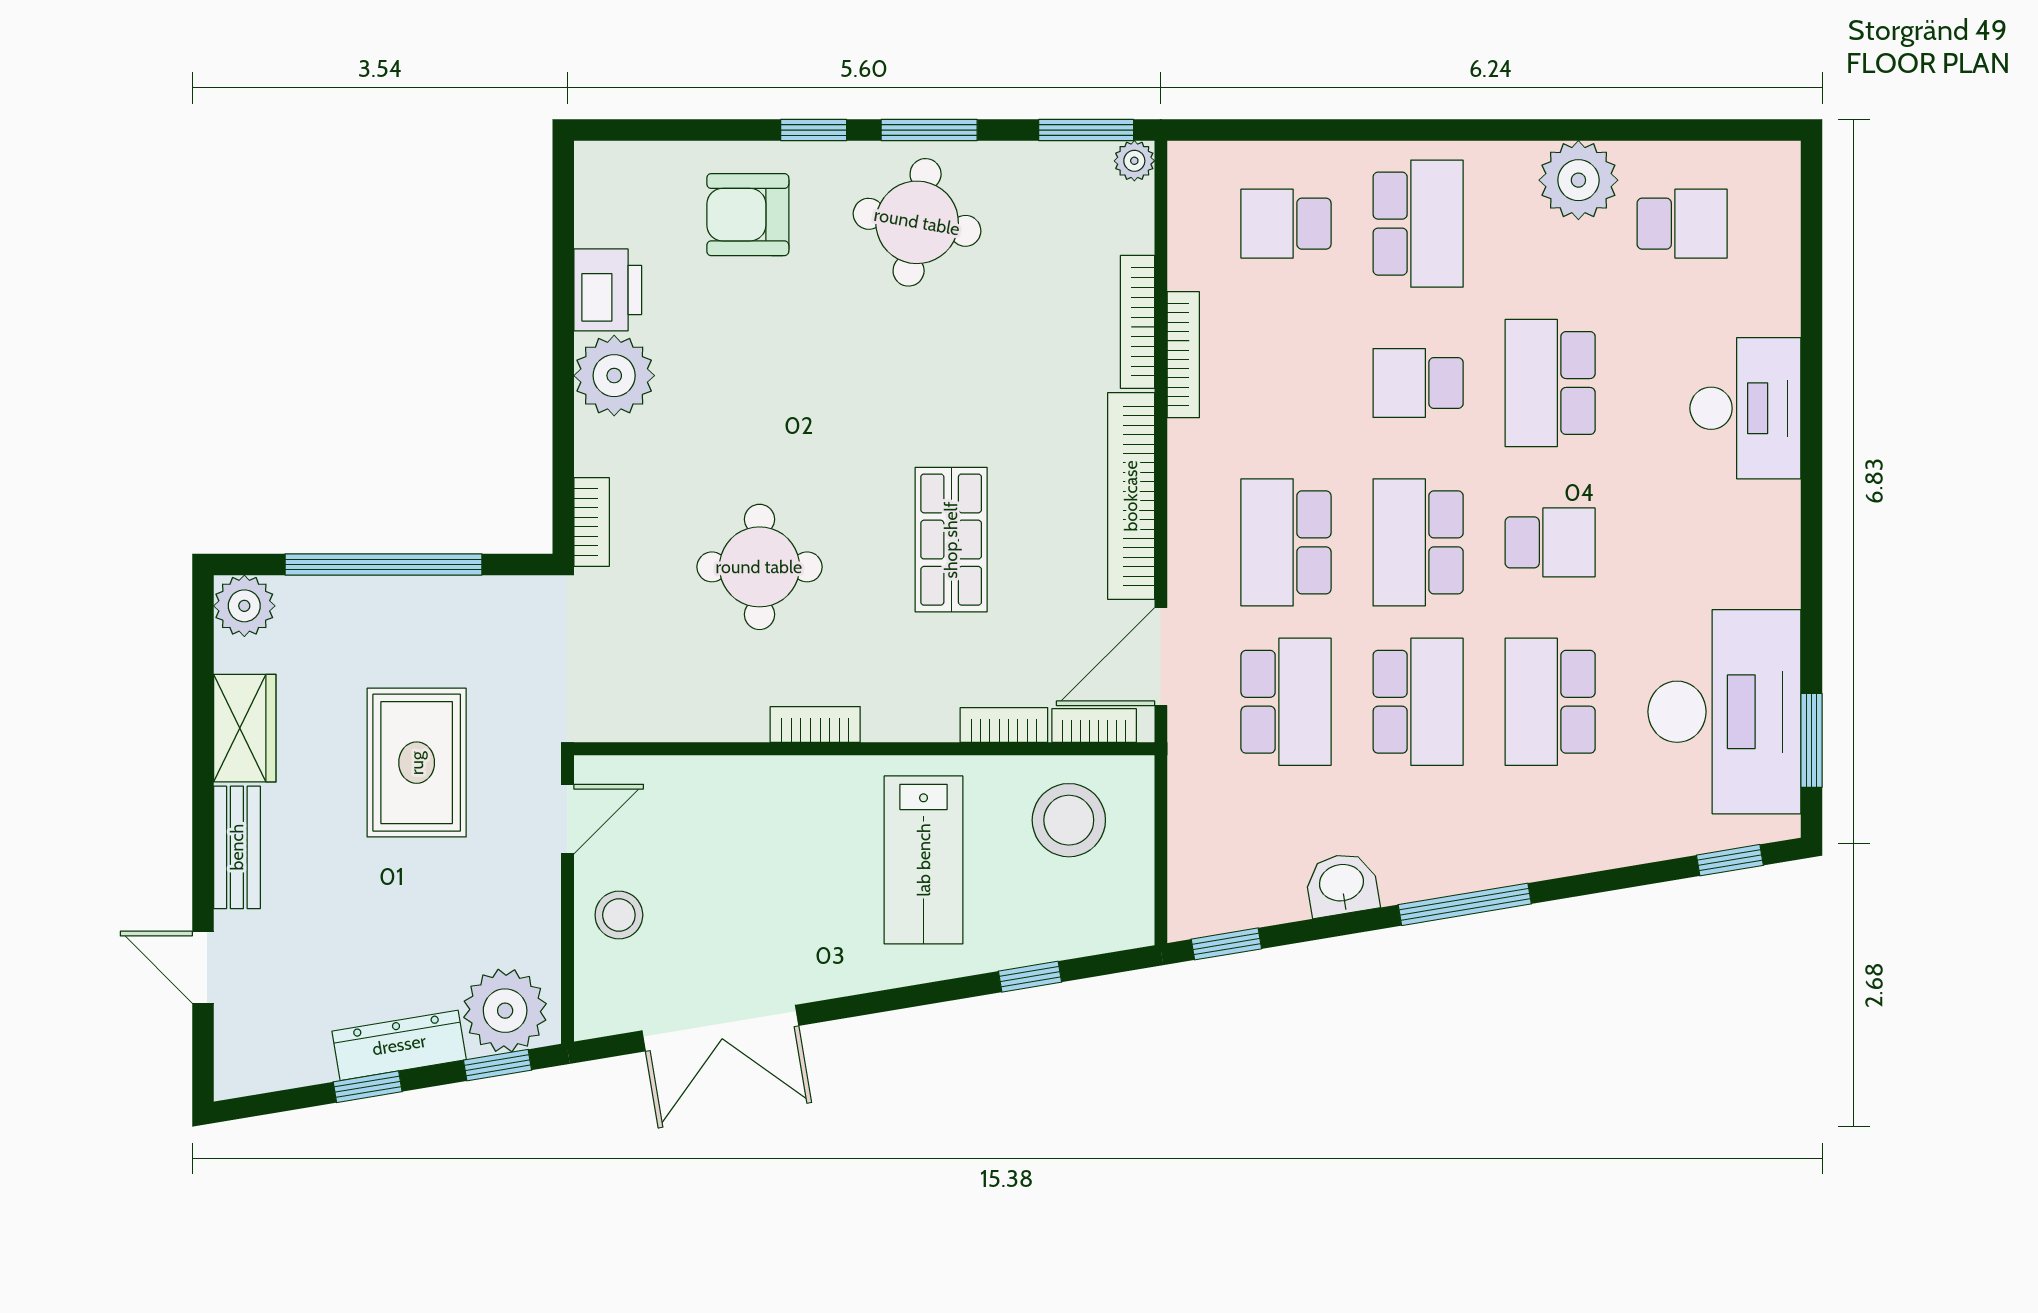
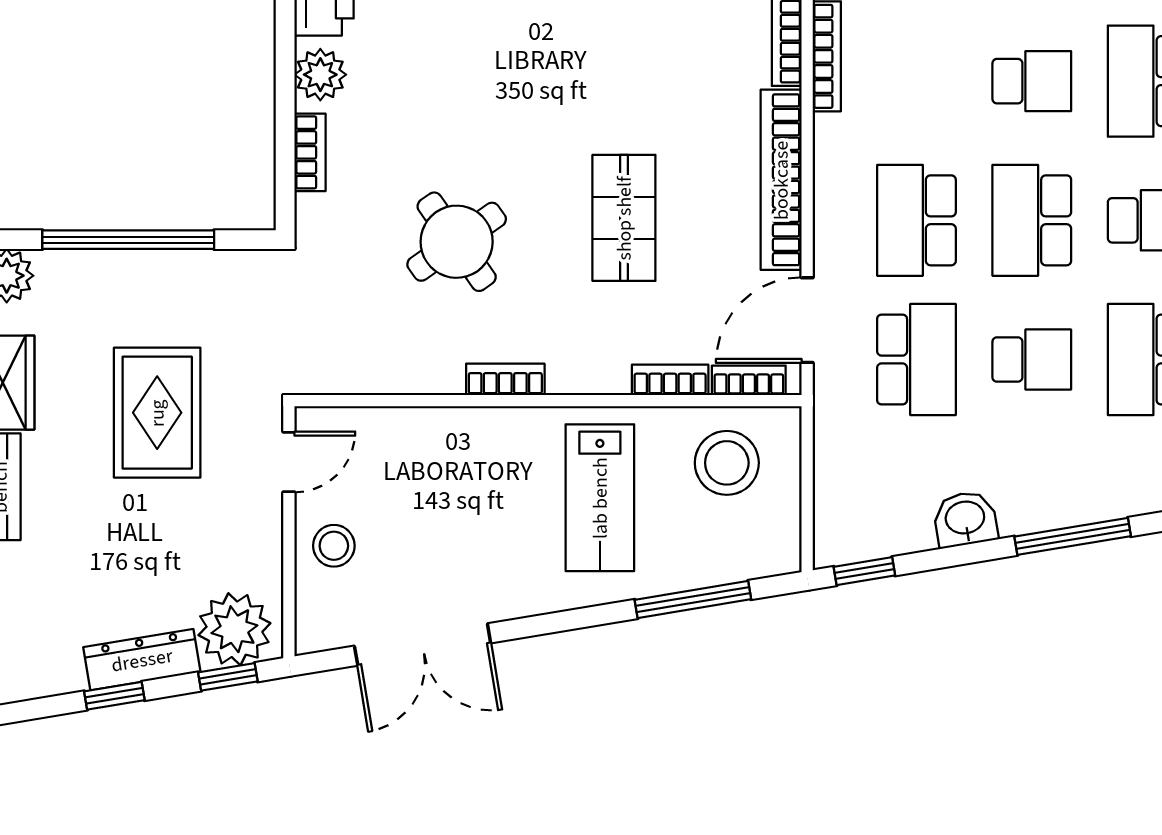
plant: (614, 376) -> (320, 75), width x0.73, depth x0.73
school desk: (1418, 383) -> (1032, 81), turned 180
bookcase: (592, 522) -> (310, 152), moved
round table: (759, 567) -> (457, 242), turned -35
school desk: (1418, 702) -> (1032, 360), width x0.54
window: (1030, 977) -> (693, 600), width x2.17

